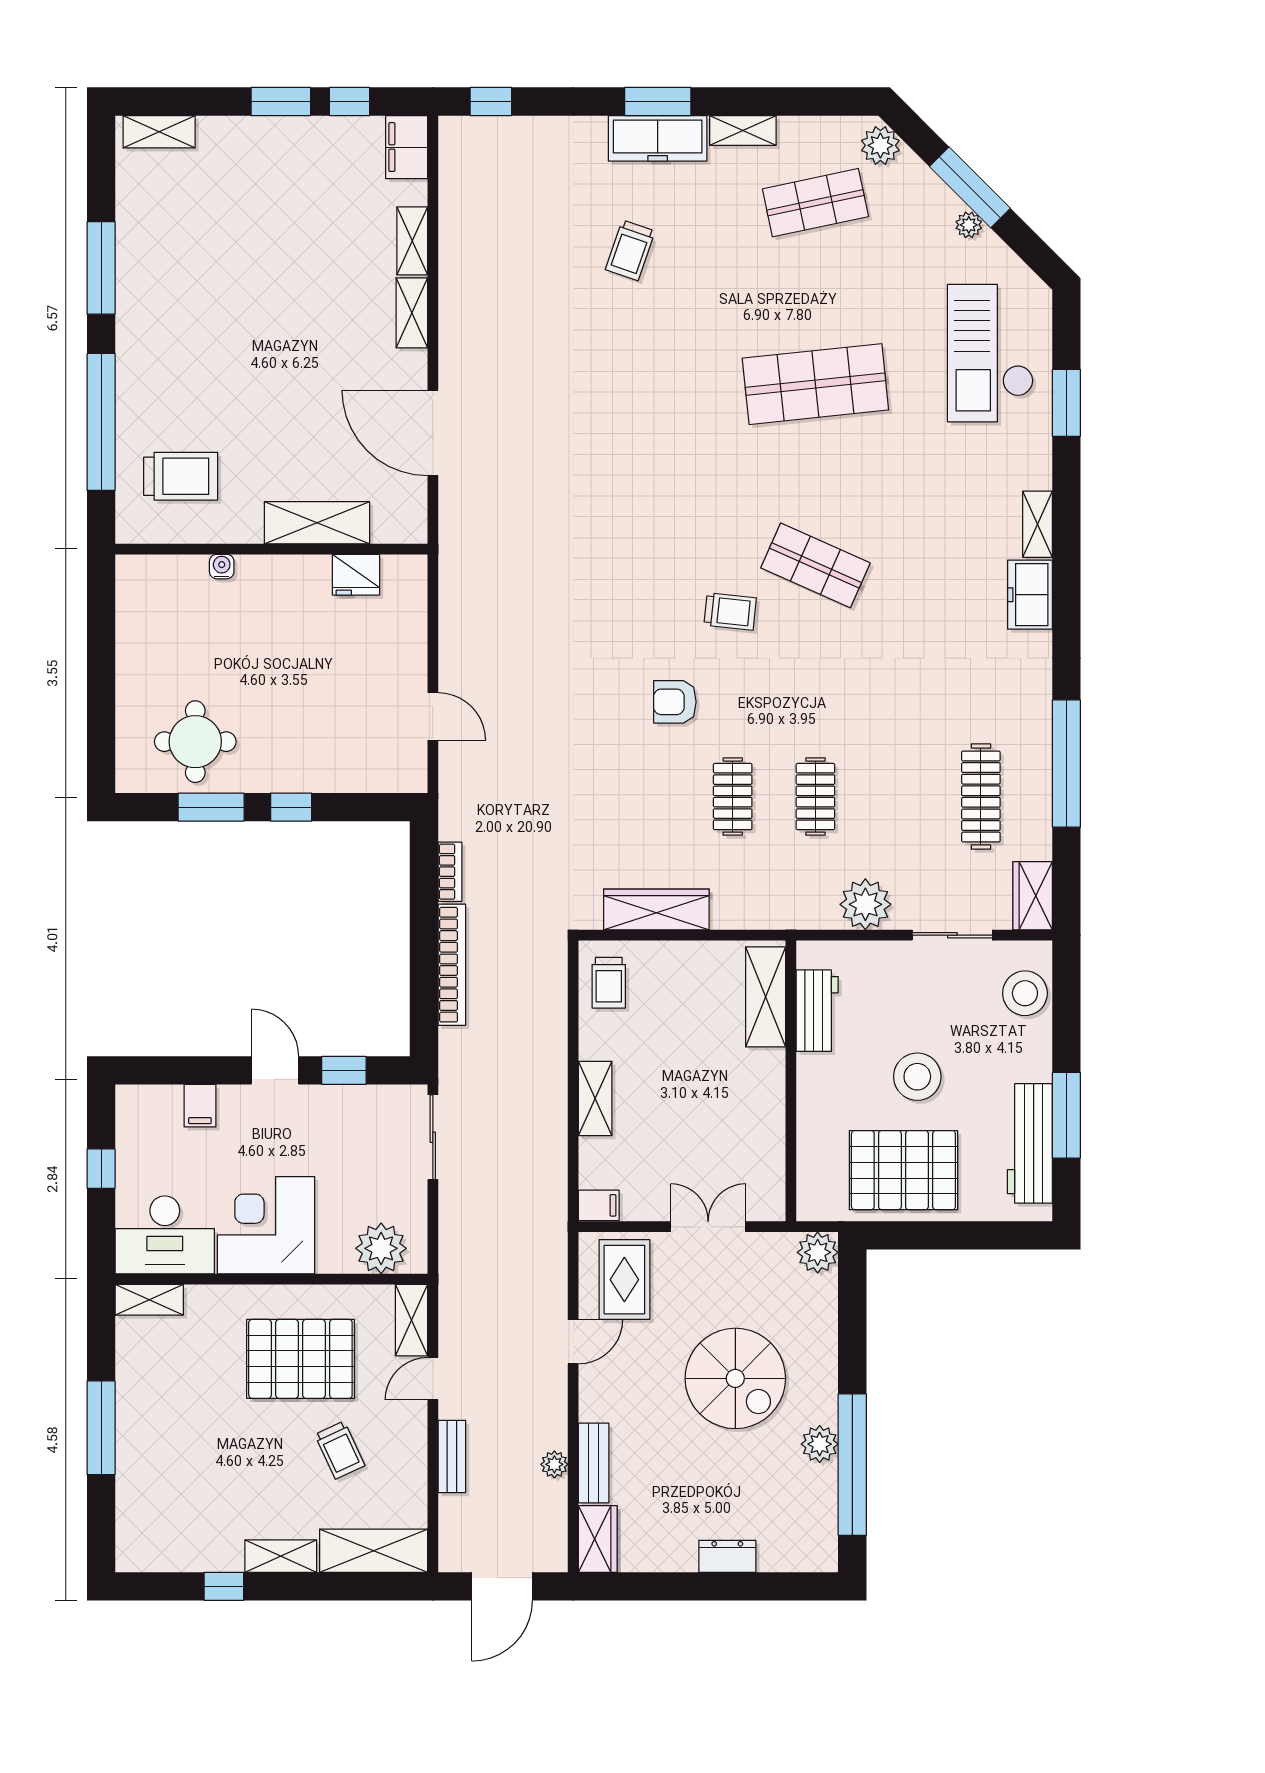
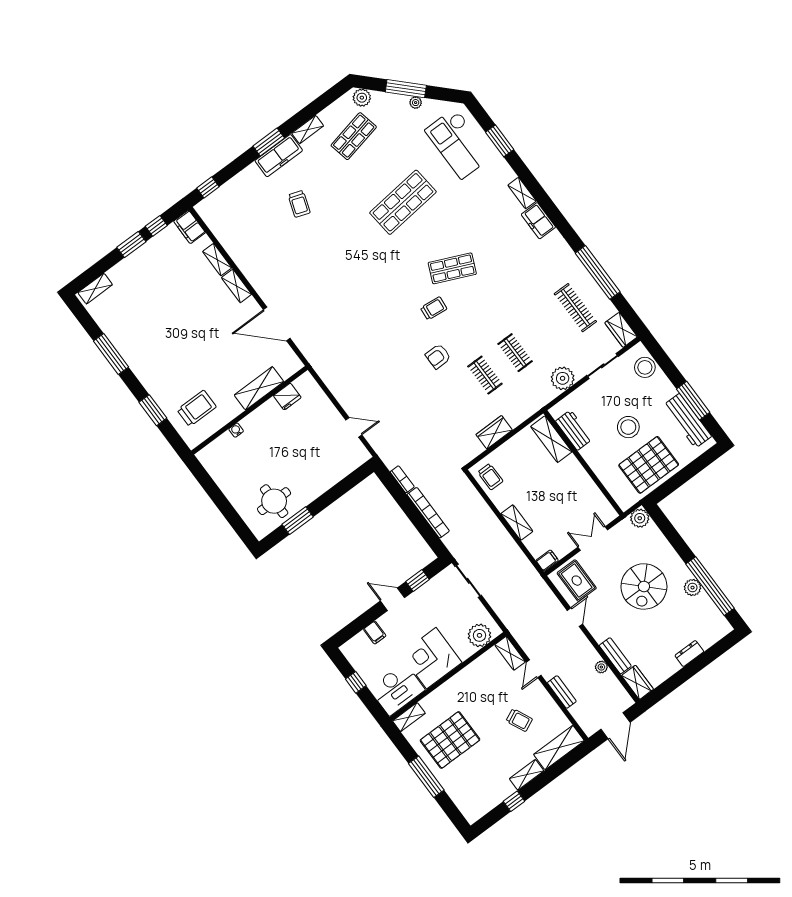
window: (101, 422) -> (153, 410), width x0.47
window: (291, 807) -> (327, 499), removed
wardrobe: (656, 909) -> (494, 432), width x0.67
pallet: (300, 1359) -> (450, 740), moved
spiral stairs: (735, 1378) -> (644, 586), turned 90

